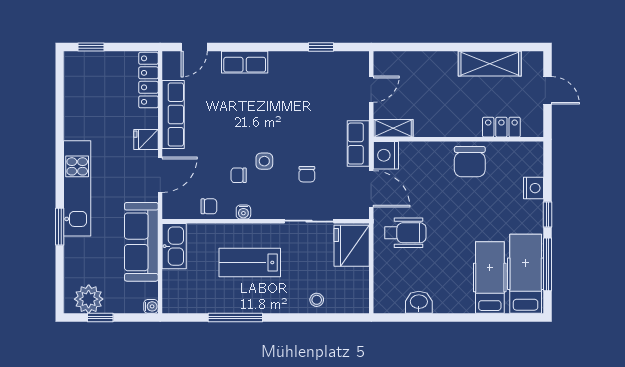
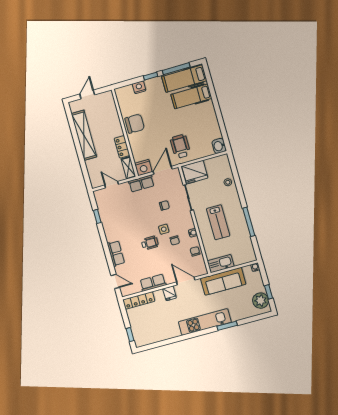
shelving: (490, 64) -> (84, 135), width x1.47
row of seats: (173, 115) -> (153, 283), width x0.68
locker: (501, 127) -> (122, 147), moved
wheelchair: (246, 129) -> (150, 243), added
washbasin: (419, 302) -> (219, 146), moved

